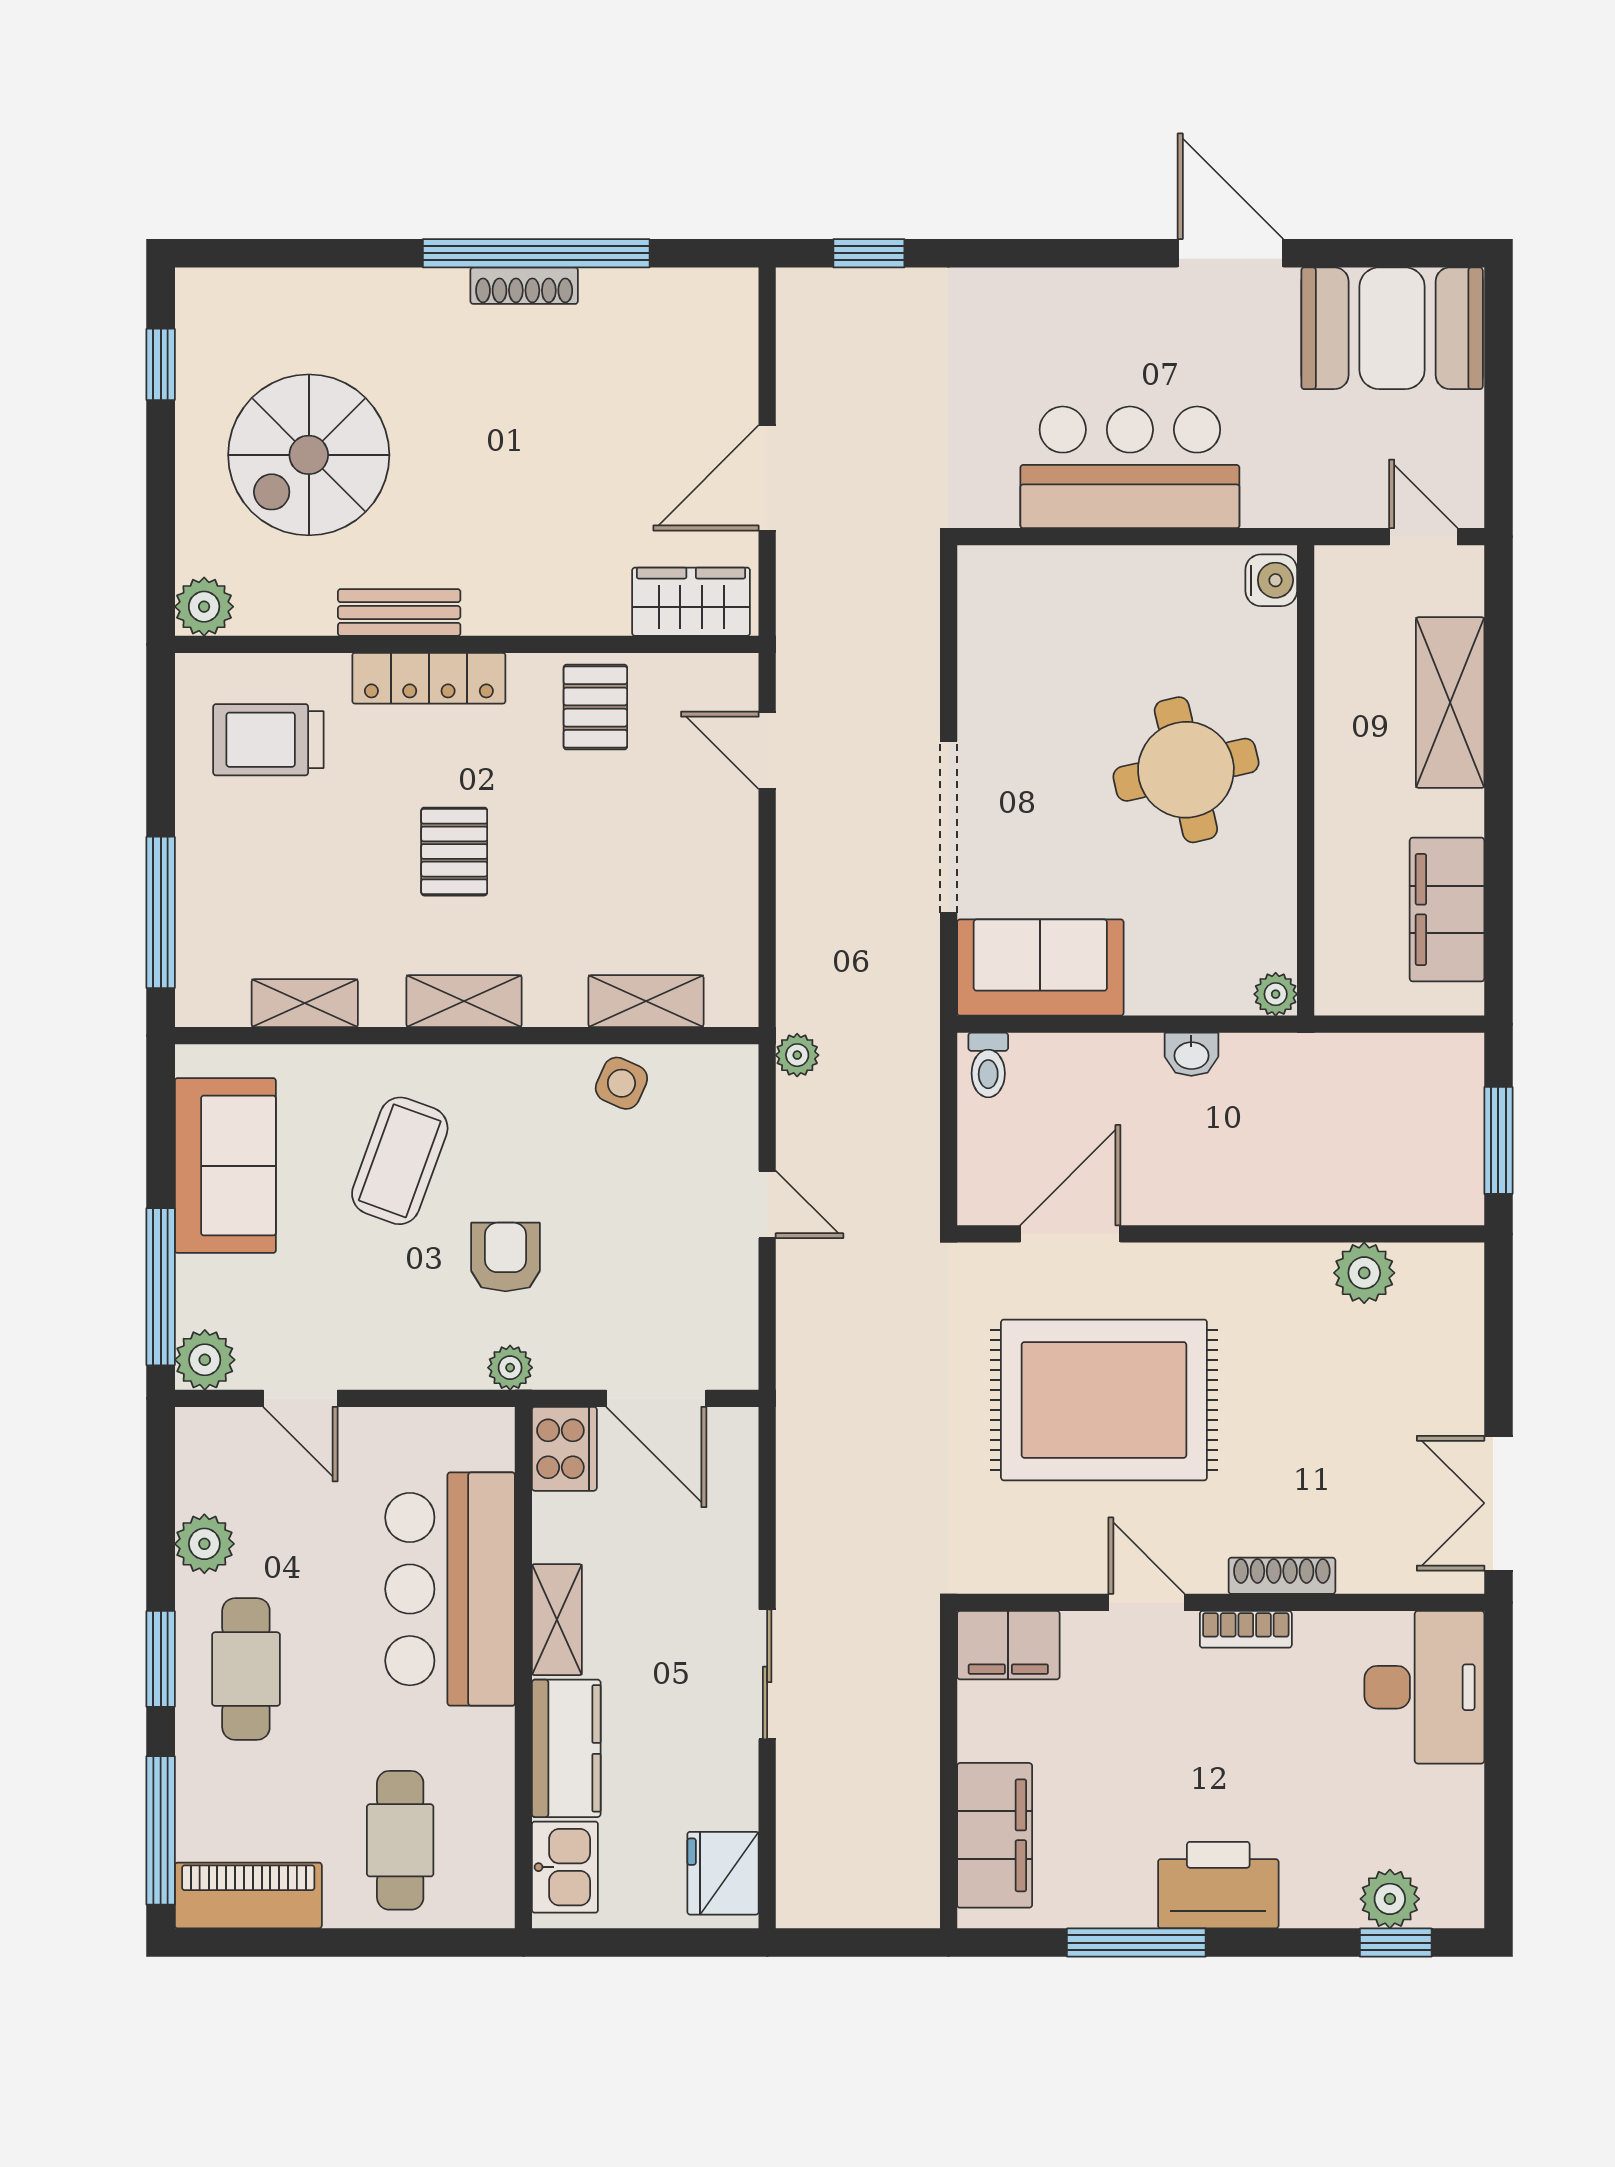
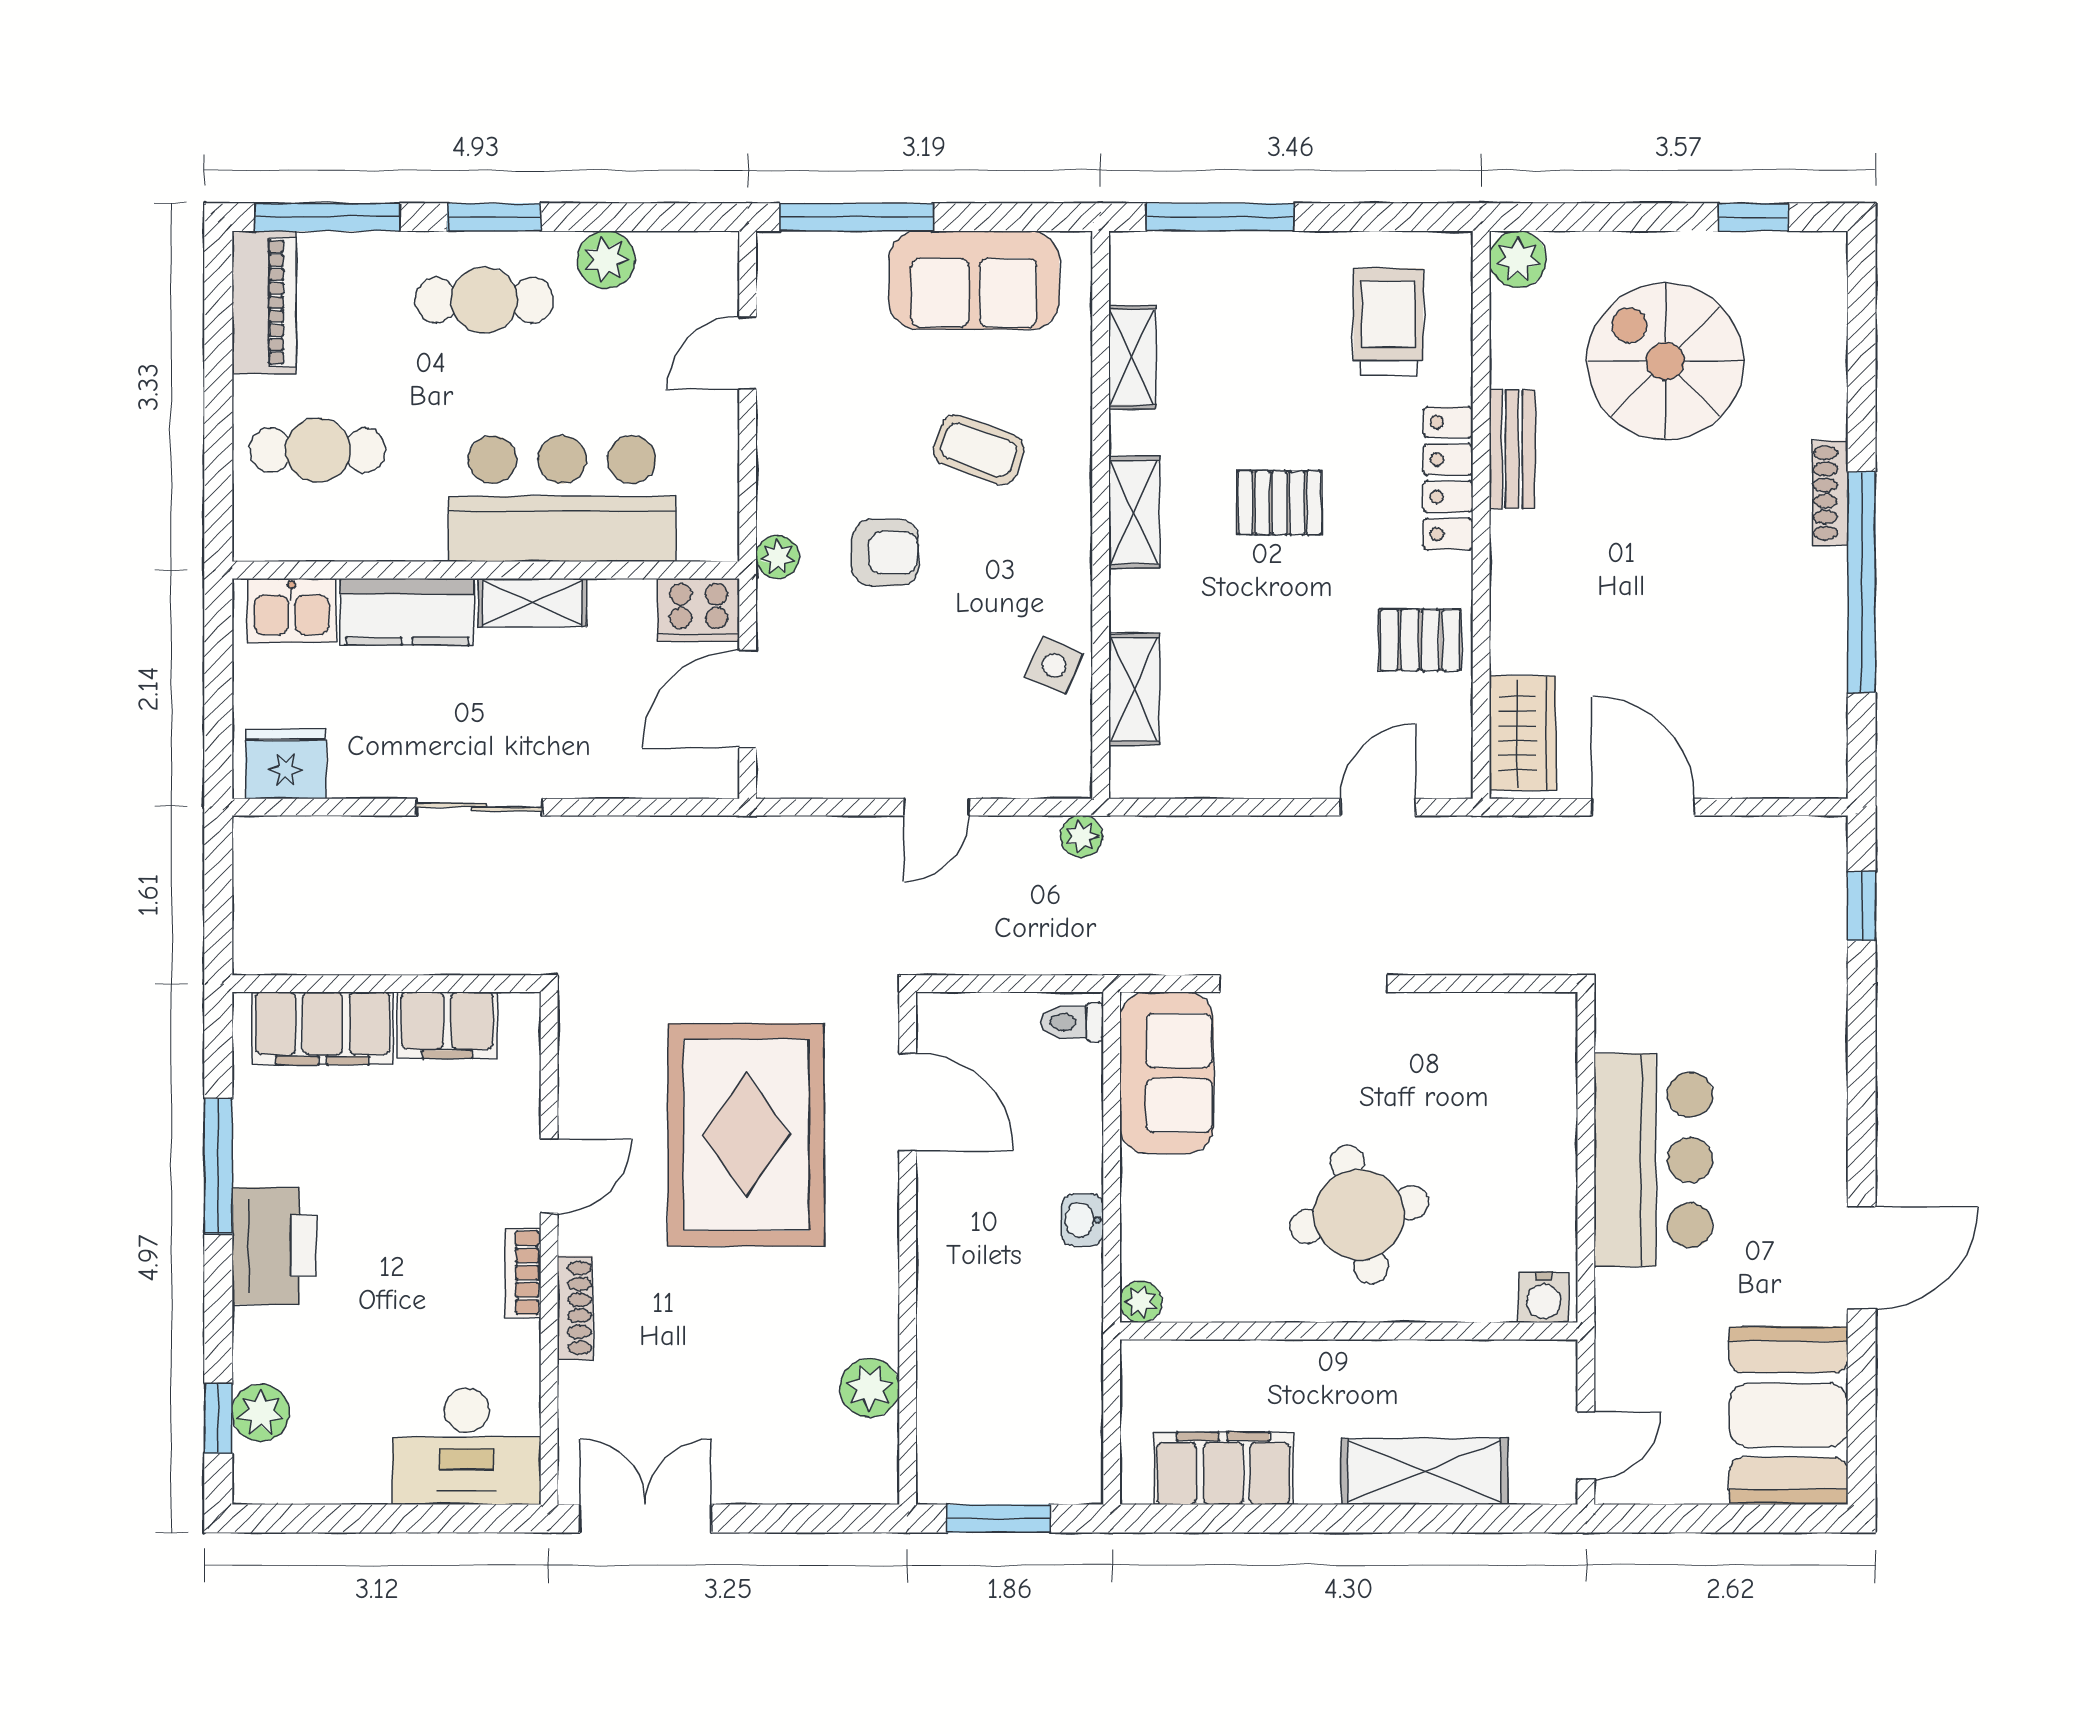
shoe rack: (524, 286) -> (1830, 493), moved
coffee table: (400, 1161) -> (979, 450), width x0.73, depth x0.77
plant: (205, 1360) -> (785, 260), removed
filing cabinet: (1008, 1645) -> (447, 1025), moved, turned -90

